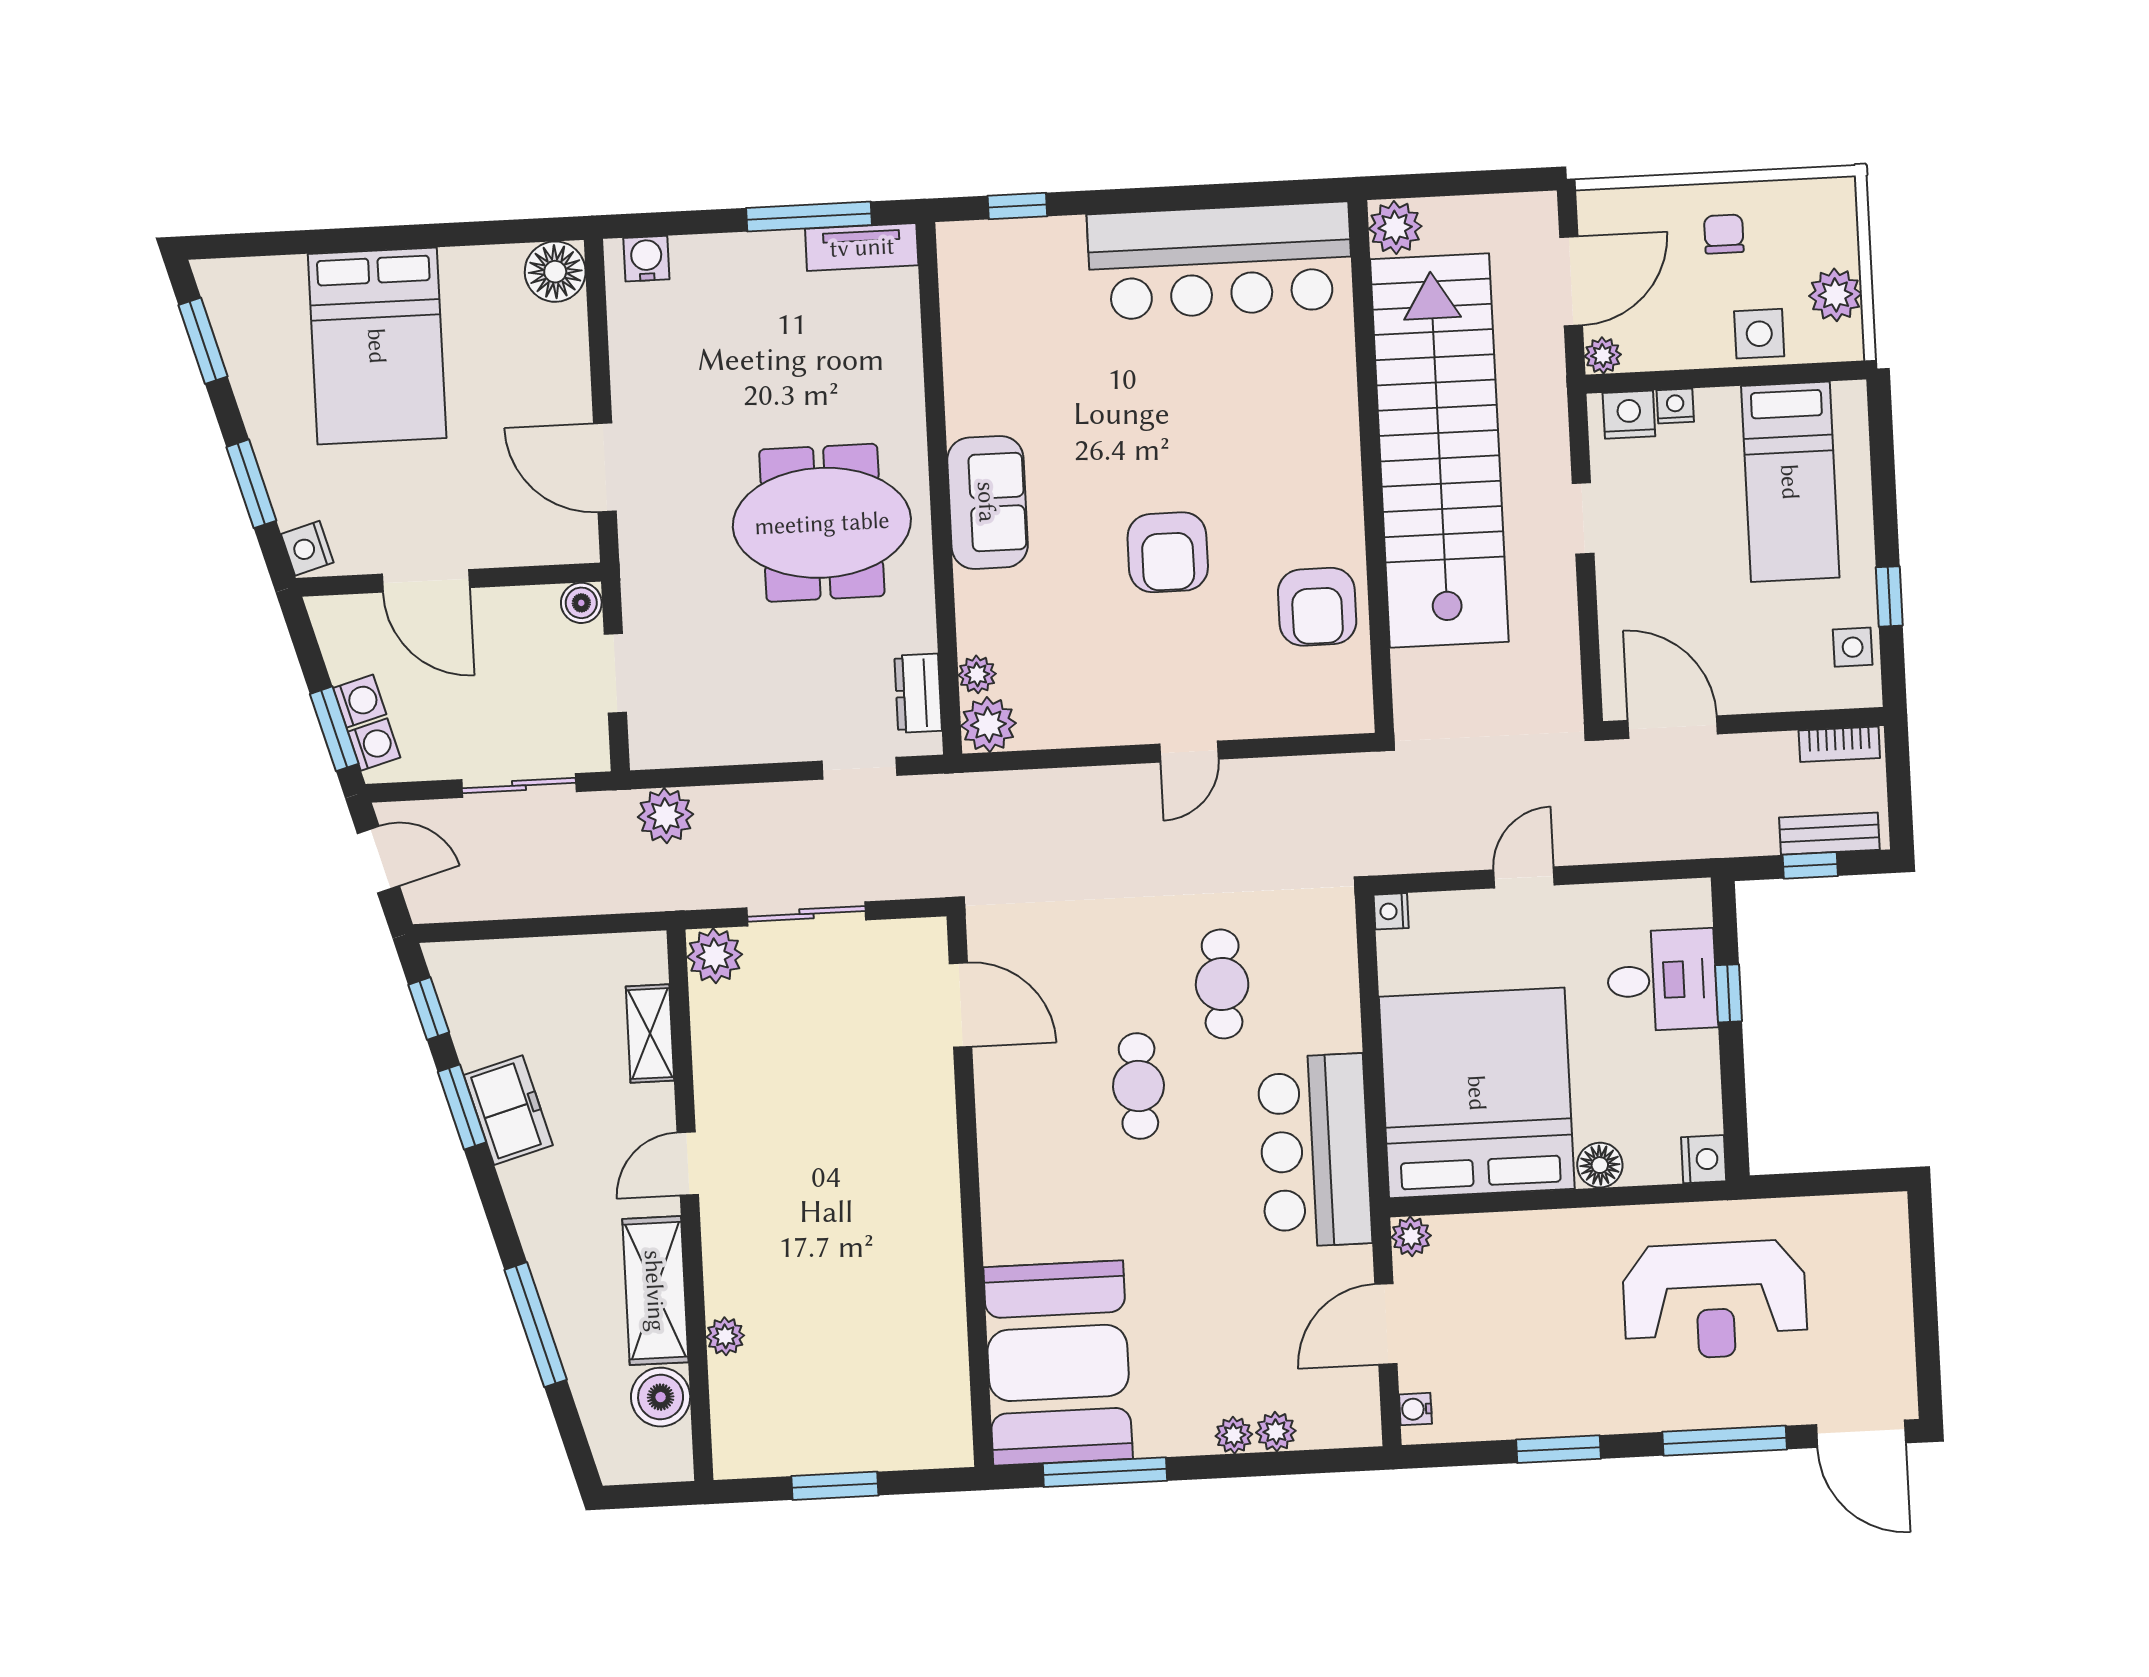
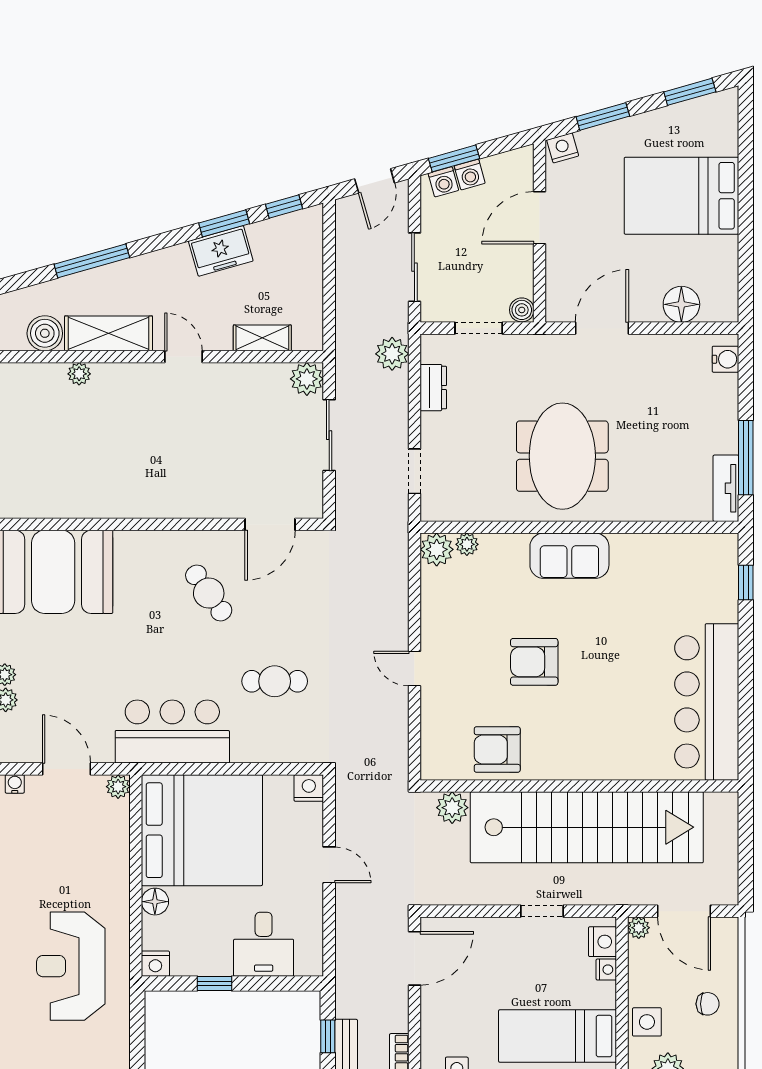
plant: (1395, 227) -> (452, 808), moved
floor lamp: (555, 272) -> (681, 304), moved
dresser: (918, 693) -> (433, 388), moved, turned 90
nightstand: (1391, 911) -> (309, 788), width x1.39, depth x1.35
window: (1728, 993) -> (215, 984), moved
cafe table: (1138, 1086) -> (209, 593), moved, turned 55

